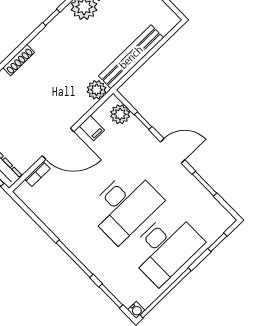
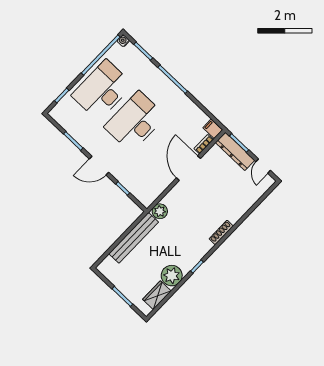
plant: (120, 114) -> (141, 193), removed
filing cabinet: (92, 128) -> (213, 129), moved
door: (58, 144) -> (188, 168), hinge flipped

